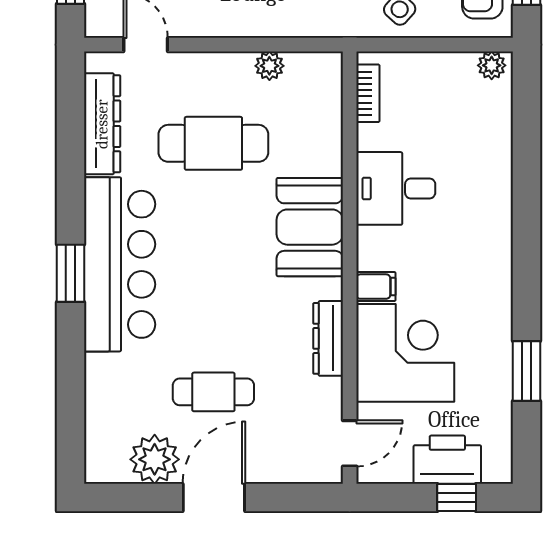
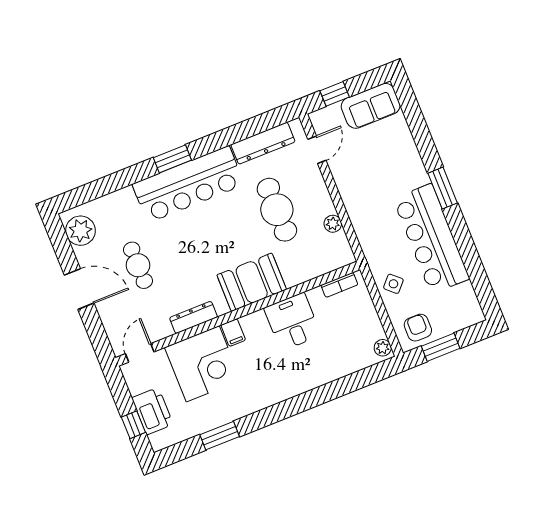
door: (350, 443) -> (140, 353), swing flipped
plant: (155, 459) -> (80, 231), moved

